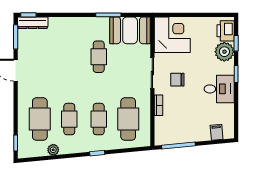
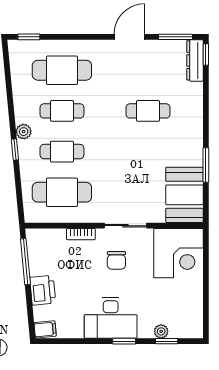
printer: (226, 31) -> (43, 290), moved, turned 85
plant: (224, 52) -> (161, 331), width x0.53, depth x0.53
cafe table: (99, 57) -> (148, 111), moved
chair: (177, 80) -> (116, 260), turned 180
desk: (219, 89) -> (111, 318), width x1.37
filing cabinet: (217, 132) -> (45, 329), moved
plant: (53, 150) -> (24, 132), moved

